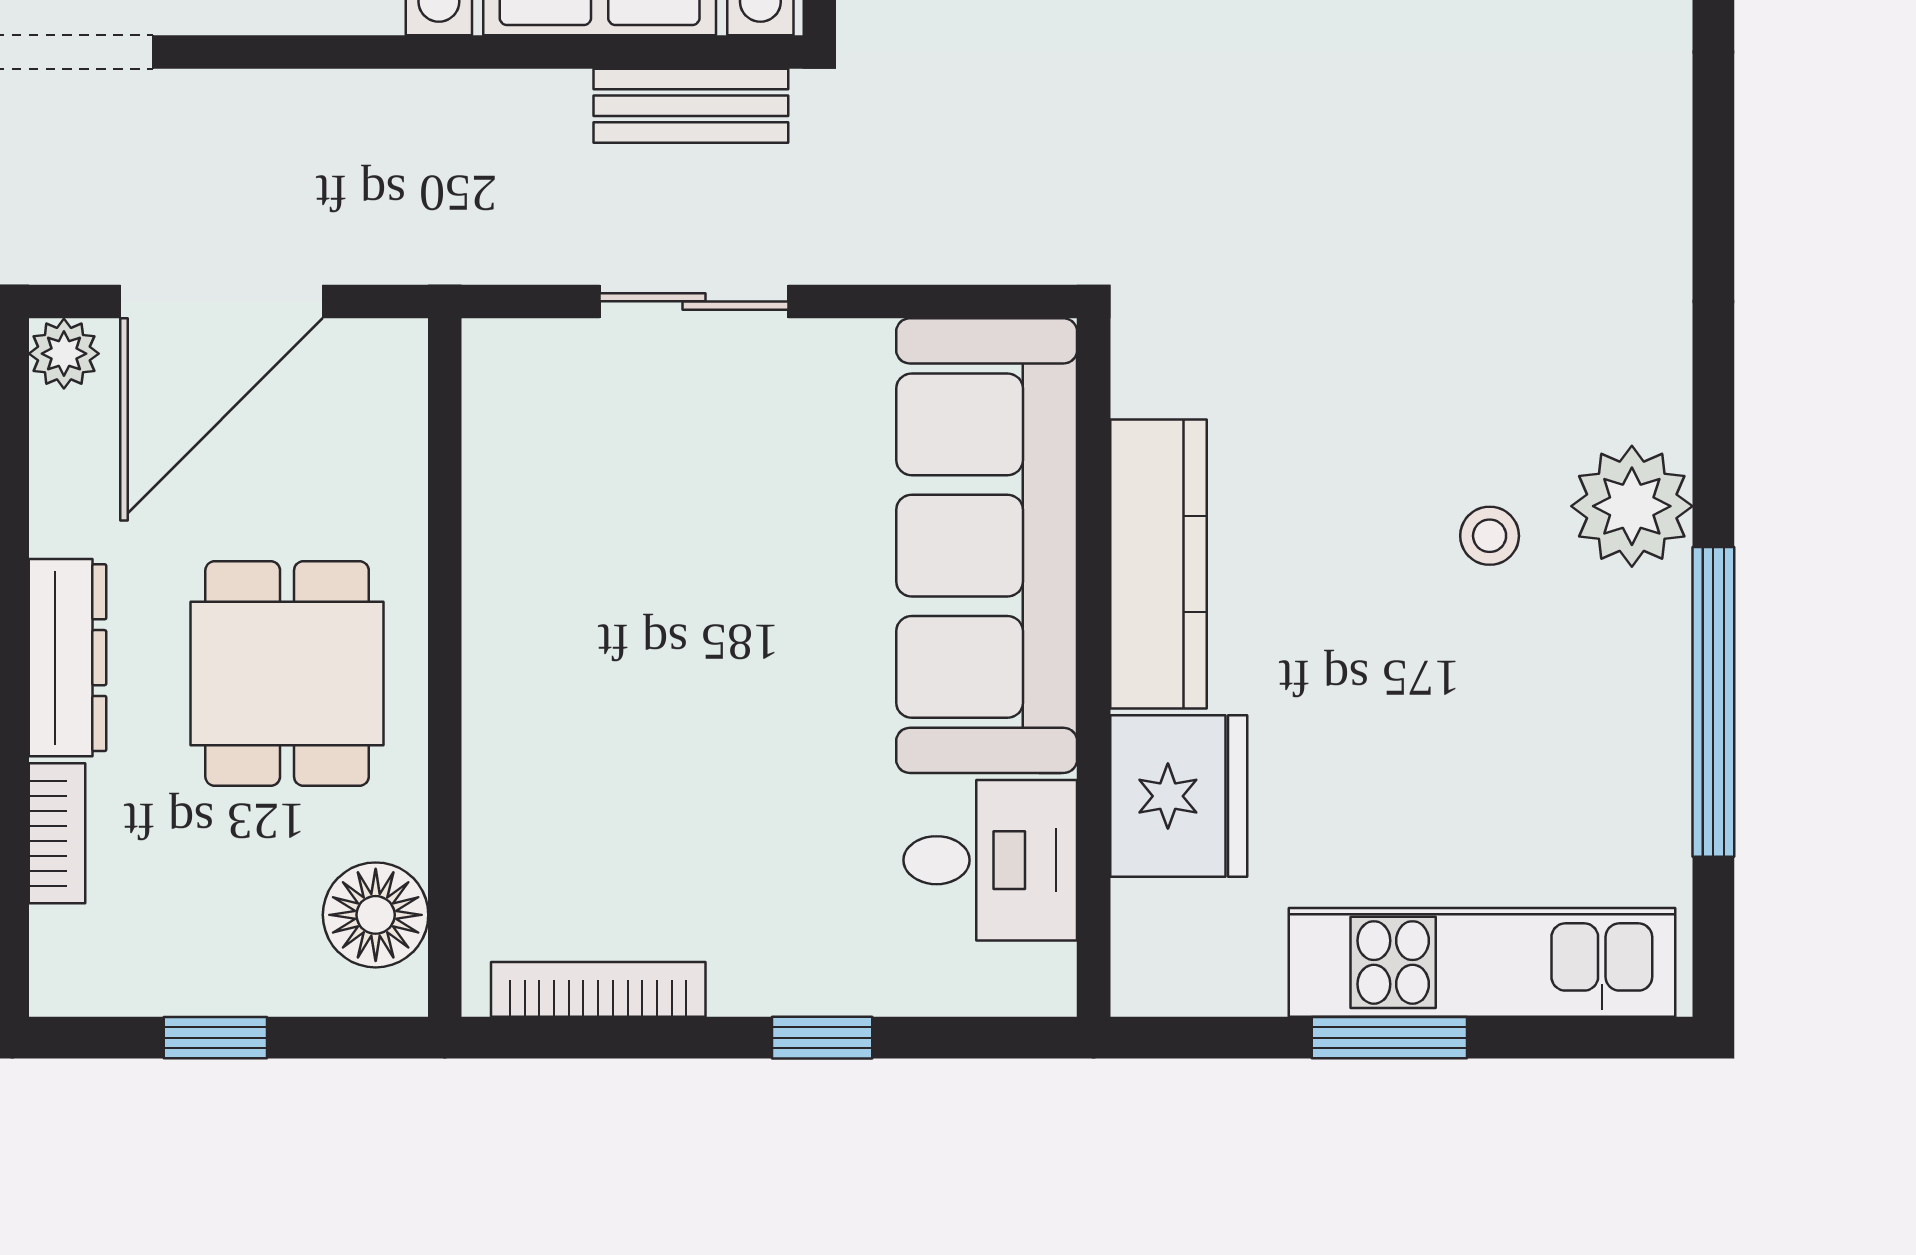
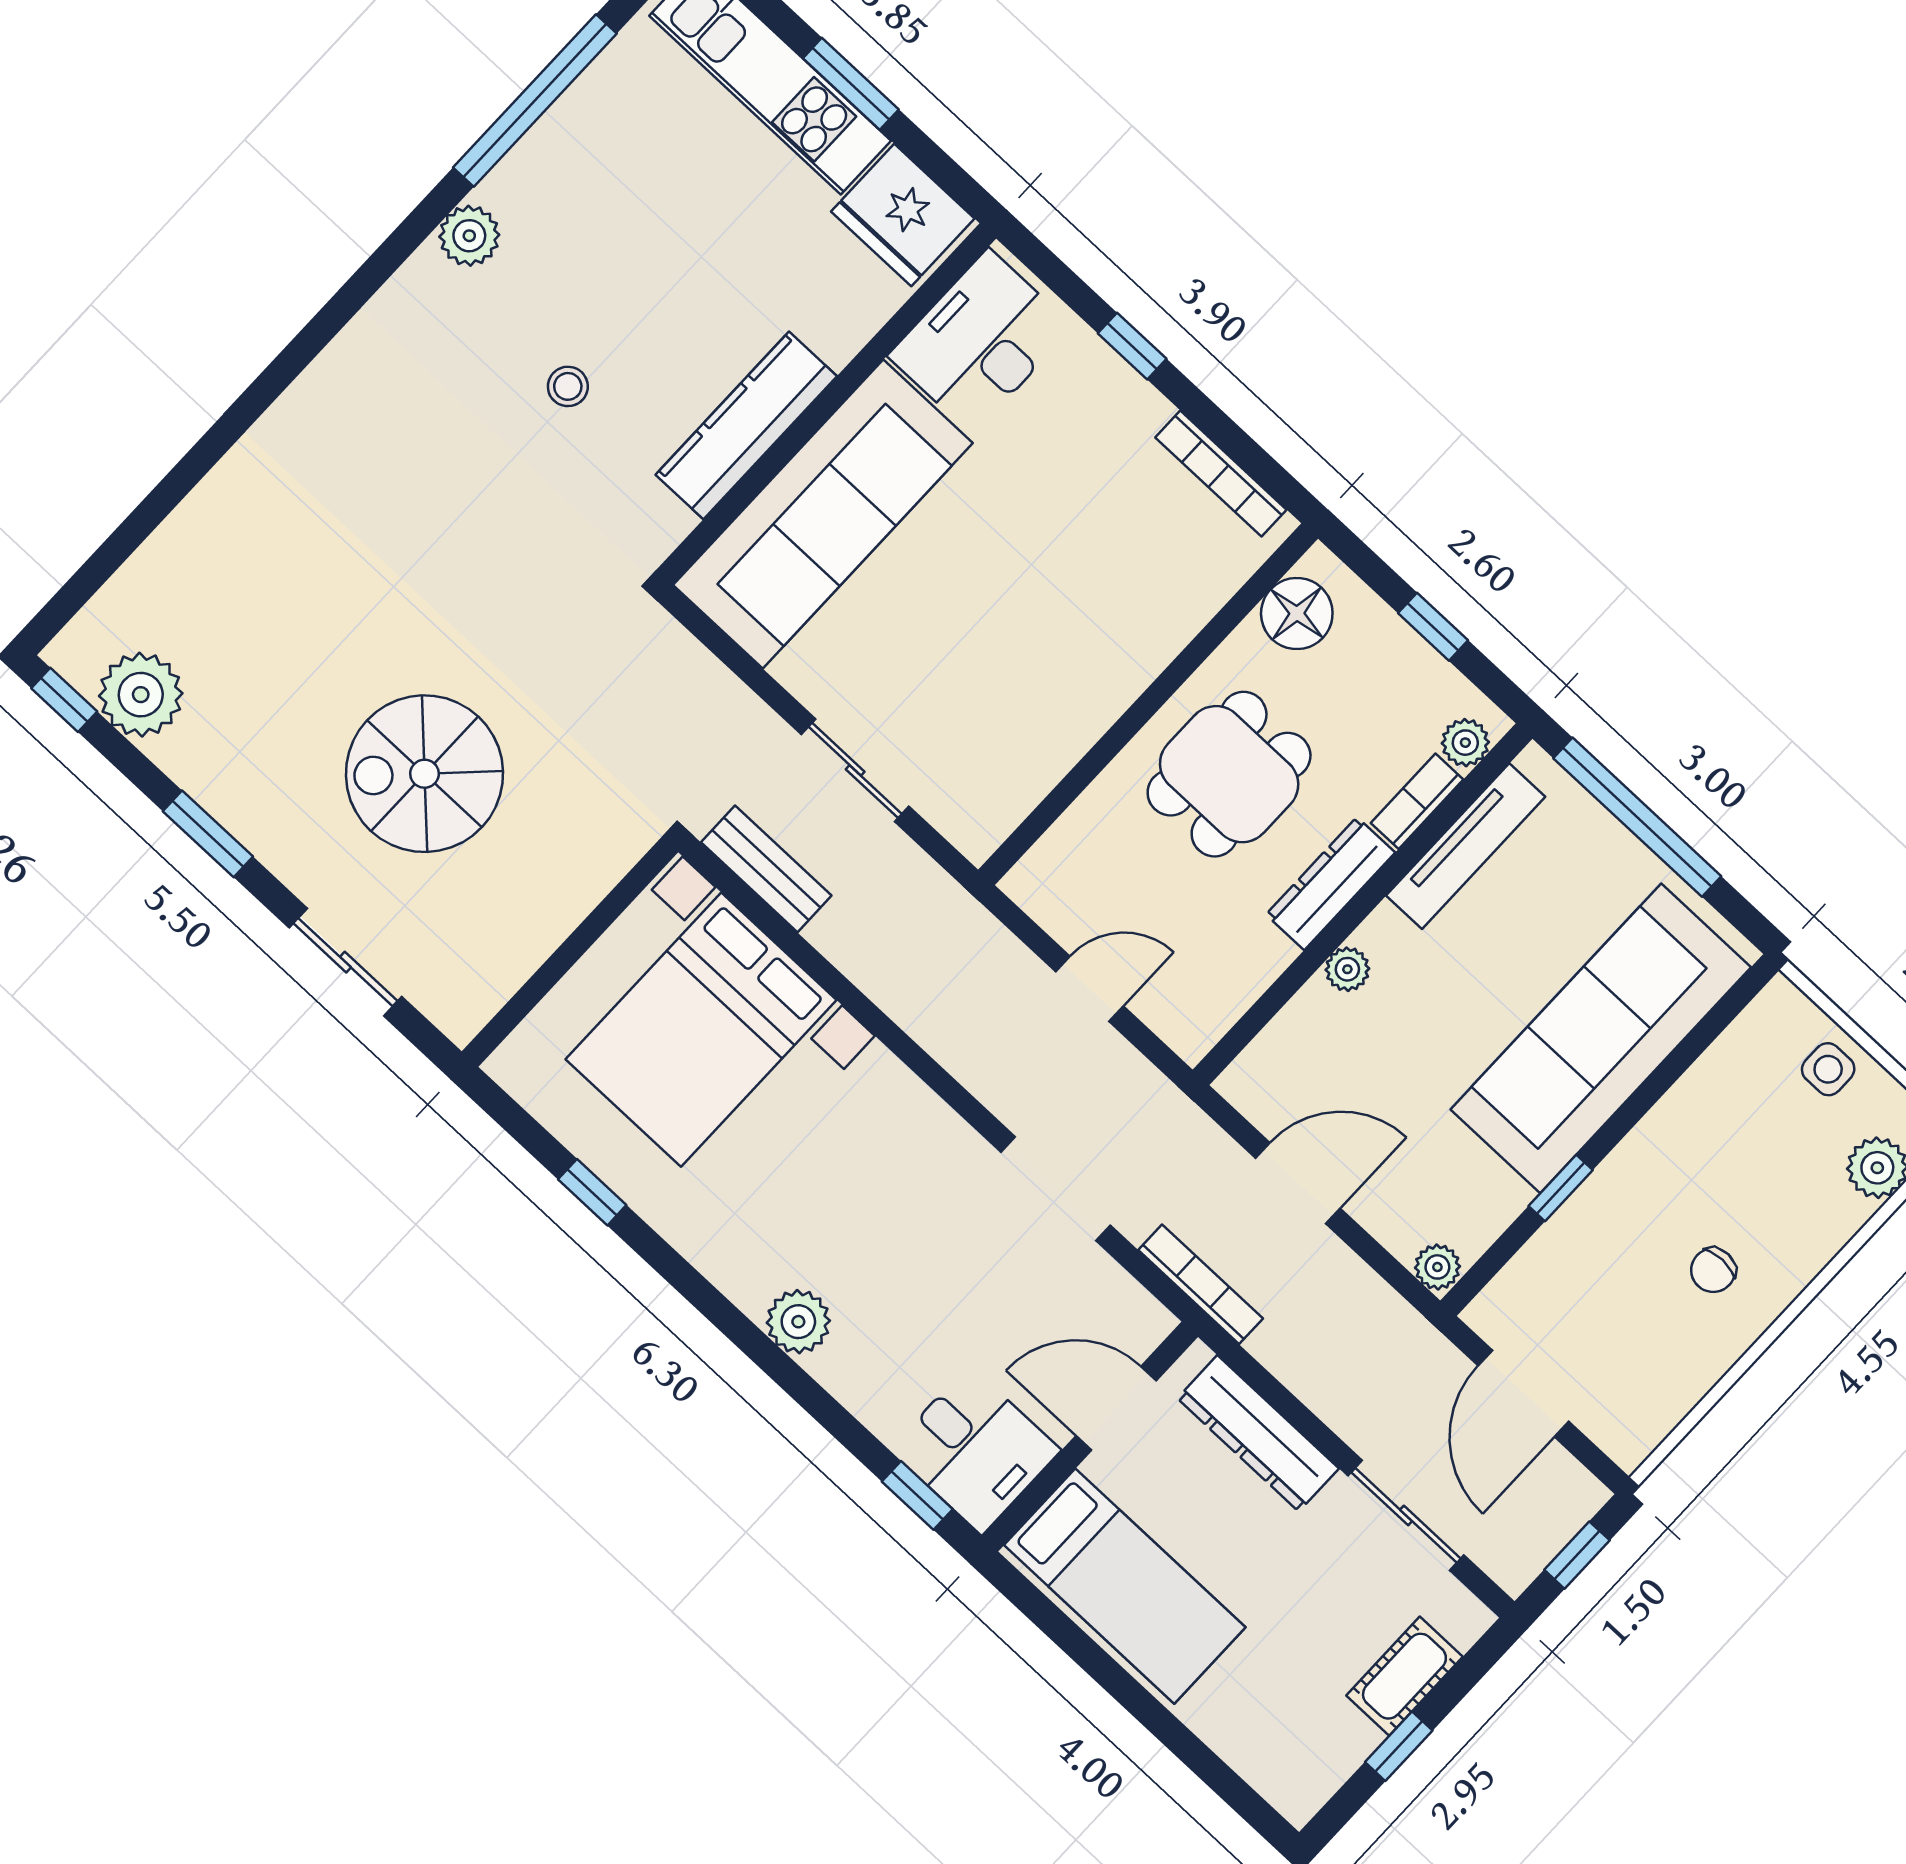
door: (221, 301) -> (1090, 989), width x0.53
plant: (64, 354) -> (1465, 743), moved
plant: (1632, 506) -> (469, 236), width x0.73, depth x0.73
stool: (1490, 536) -> (568, 386), moved
fridge: (1179, 796) -> (903, 215), moved, turned -90
desk: (990, 860) -> (981, 341), width x1.37

